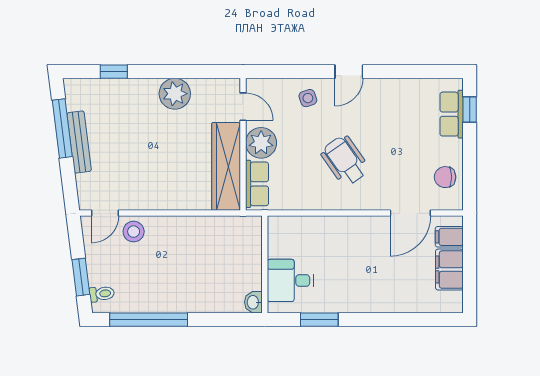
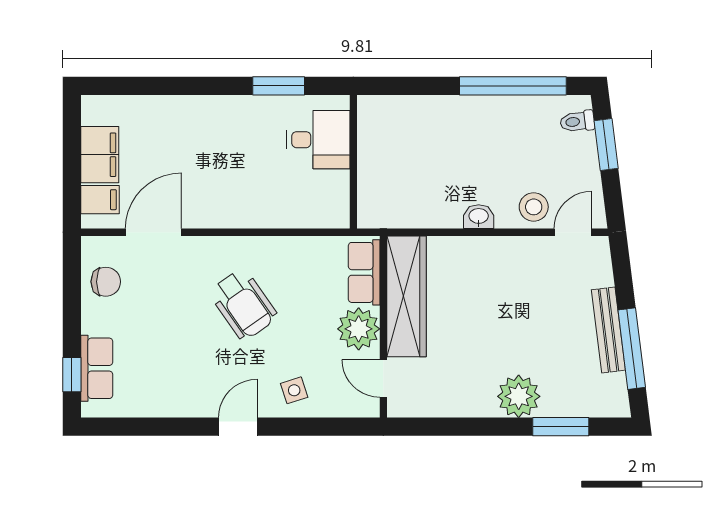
window: (114, 72) -> (561, 427), width x1.50
plant: (175, 94) -> (519, 396), moved
washbasin: (253, 302) -> (479, 217), moved, turned -90

